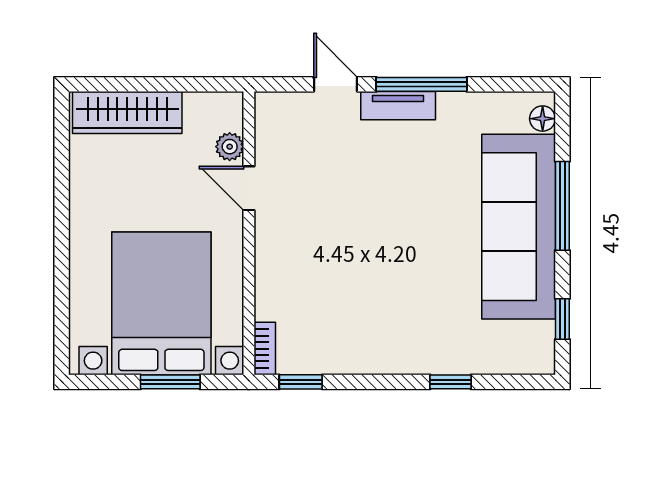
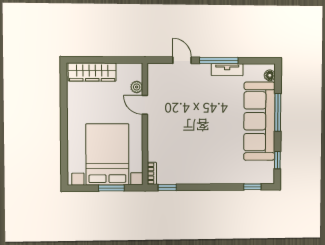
tv unit: (398, 106) -> (227, 70), moved
window: (450, 382) -> (252, 187), moved

